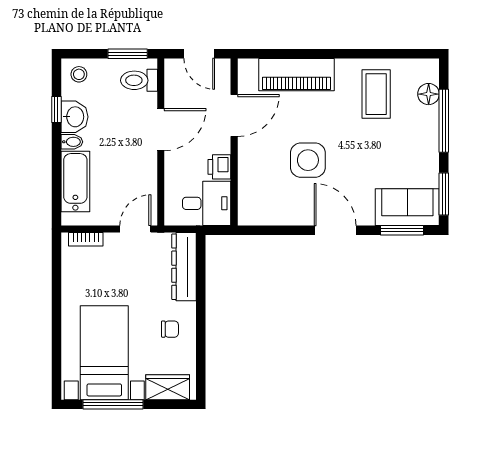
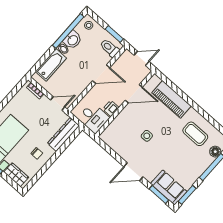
door: (199, 54) -> (142, 58), swing flipped
coffee table: (376, 94) -> (195, 134), turned 90
window: (56, 109) -> (68, 31), width x3.17
side table: (308, 160) -> (147, 136), width x0.54, depth x0.54
door: (335, 230) -> (133, 172), swing flipped

